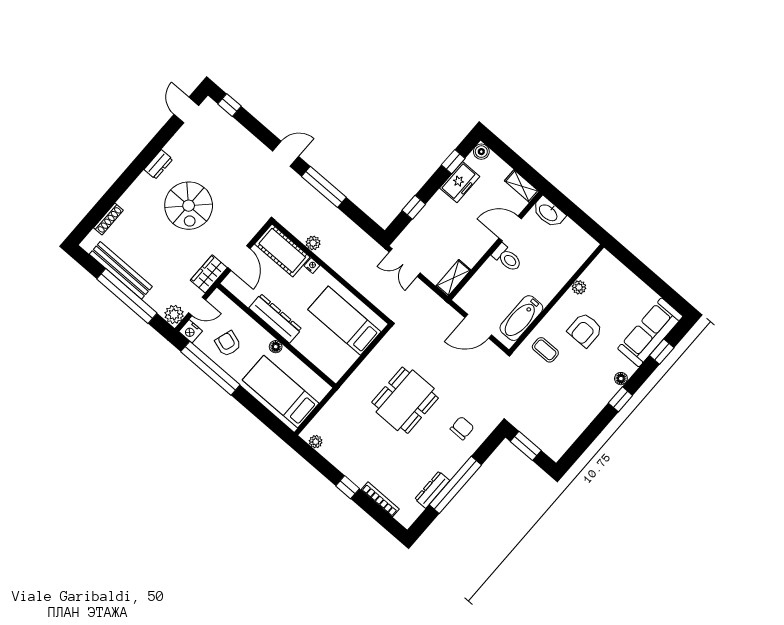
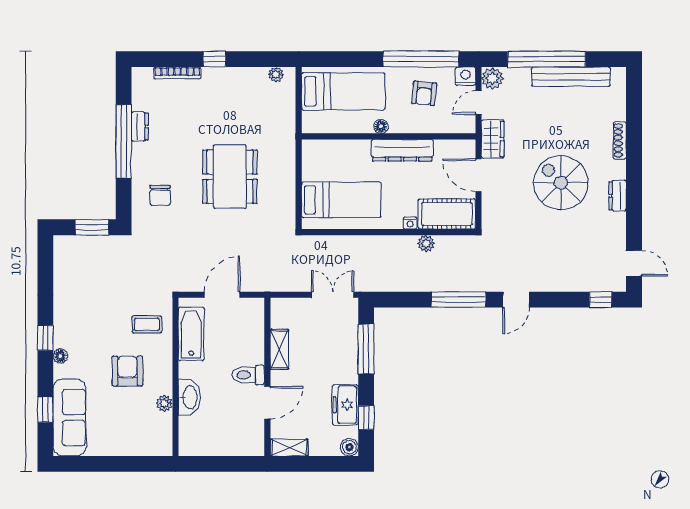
window: (414, 207) -> (366, 349), width x2.17
washbasin: (549, 212) -> (189, 397), moved, turned 90
shoe rack: (108, 219) -> (620, 140), moved
shelving: (453, 278) -> (279, 349), moved
armchair: (228, 344) -> (424, 93), turned 78
dresser: (432, 490) -> (140, 126), width x0.70

